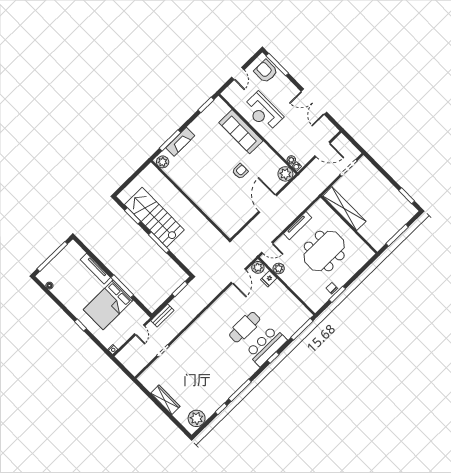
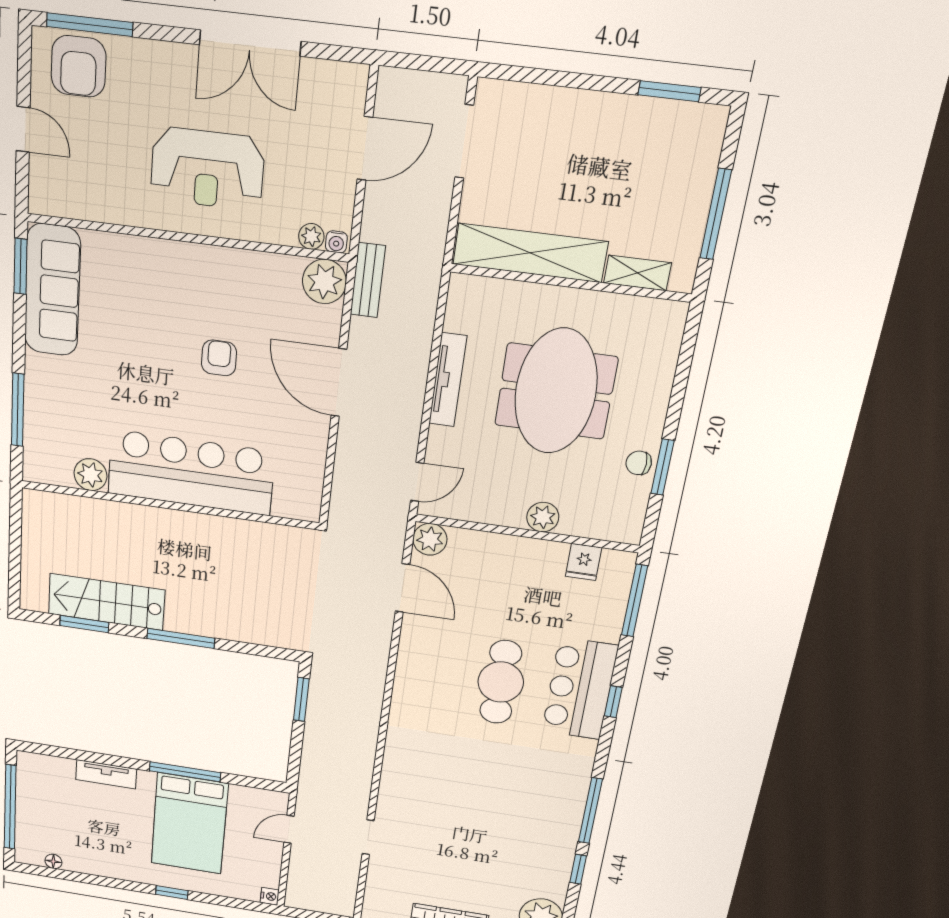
armchair: (266, 71) -> (78, 66), turned -90
reception desk: (263, 112) -> (207, 169), moved
sofa: (241, 132) -> (52, 290), moved, turned -90
fireplace: (180, 142) -> (40, 395), removed
plant: (163, 162) -> (90, 475), moved
bar counter: (205, 196) -> (191, 473), added
stairs: (154, 217) -> (107, 602), width x0.73, depth x0.66
shelving: (368, 235) -> (637, 273), added
tv unit: (95, 269) -> (106, 774), width x0.71
plant: (279, 269) -> (543, 517), moved
fridge: (269, 279) -> (584, 562), moved
bench: (162, 316) -> (368, 280), moved
door: (139, 330) -> (289, 829), swing flipped

